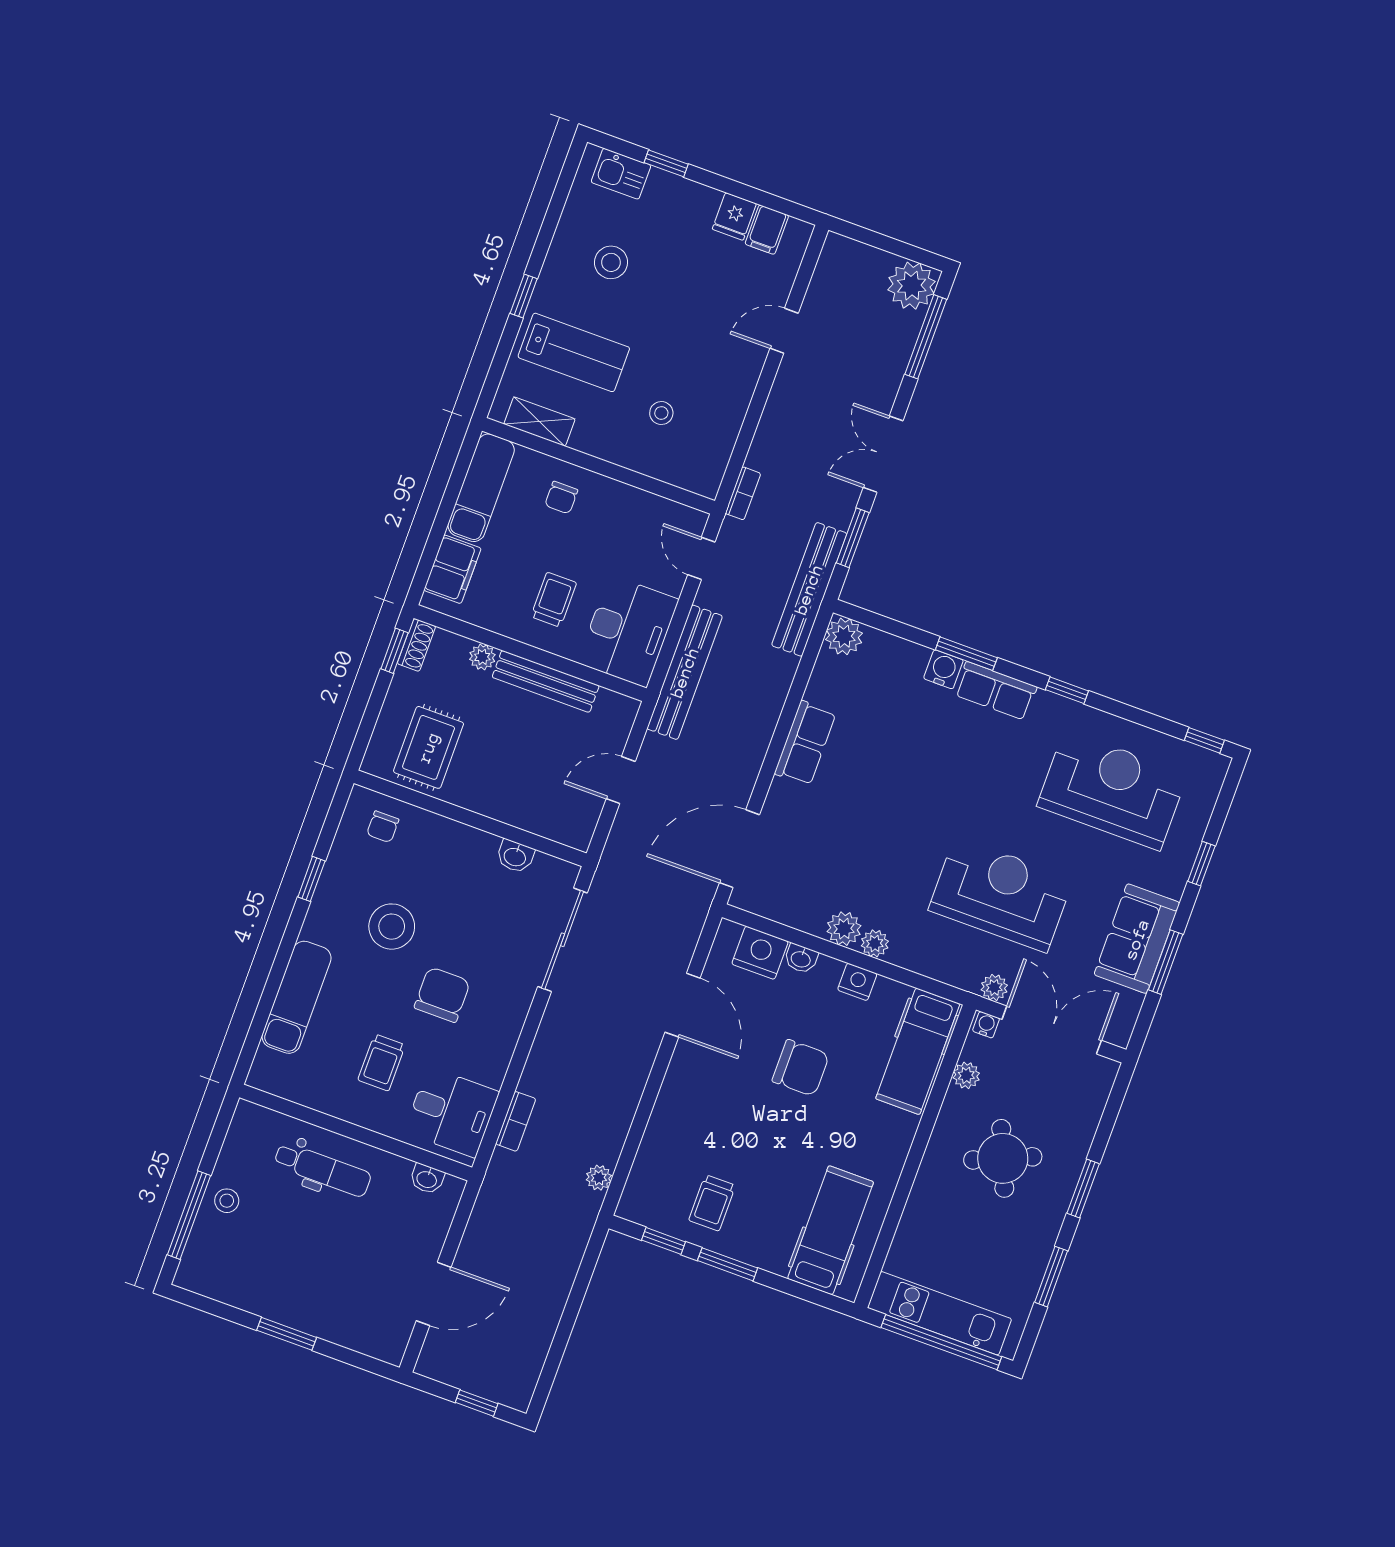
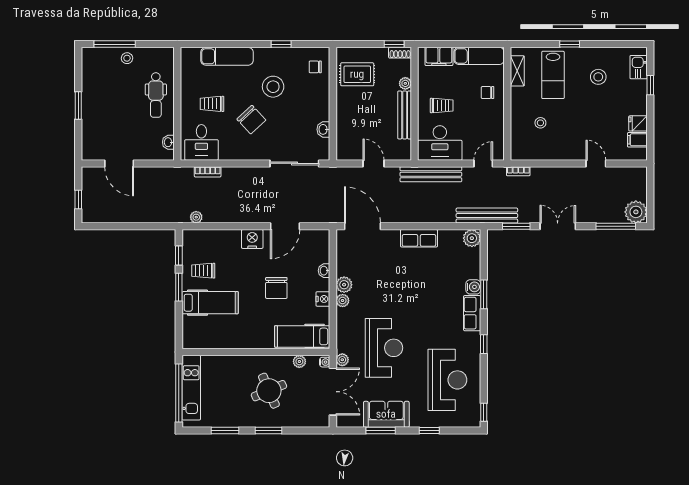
nightstand: (760, 953) -> (252, 239), moved, turned -90
chair: (442, 995) -> (251, 120), turned 47
hospital bed: (831, 1230) -> (210, 303), moved

